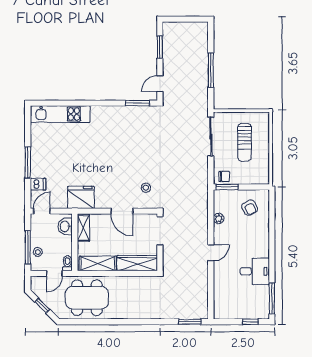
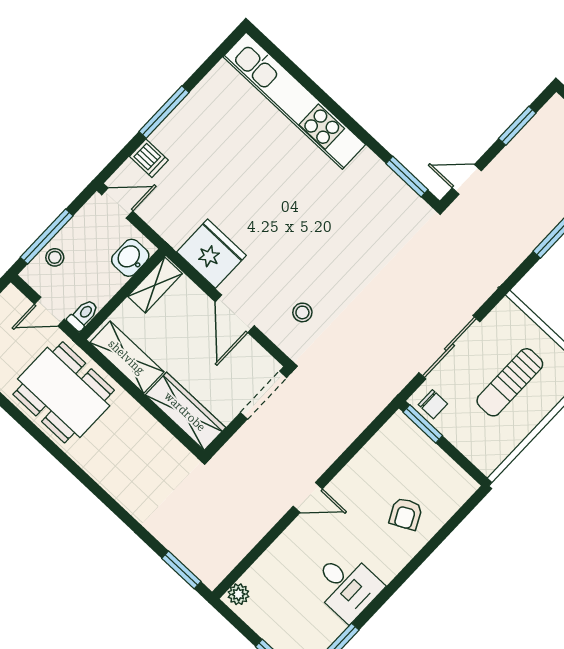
kitchen unit: (60, 114) -> (294, 101), width x1.36
sliding door: (211, 137) -> (449, 347), moved
fridge: (81, 197) -> (211, 254), moved
armchair: (250, 208) -> (406, 514), moved
plant: (219, 219) -> (238, 594), moved

